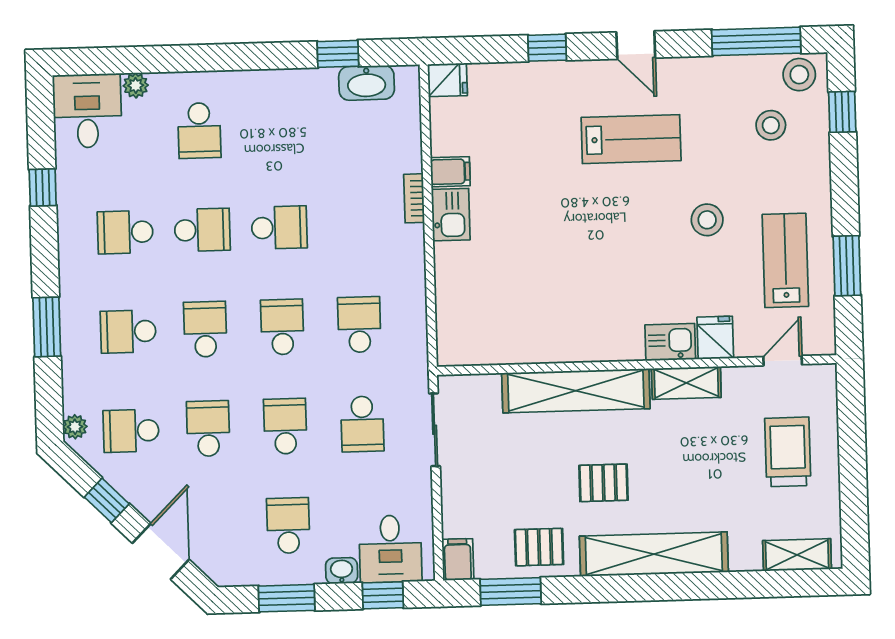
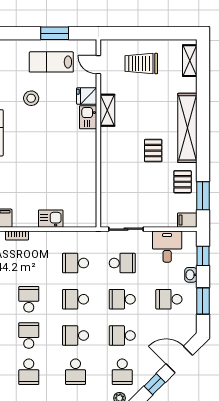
kitchen sink: (451, 215) -> (51, 219), moved
shelving: (576, 391) -> (110, 162), removed
desk: (390, 549) -> (167, 247), moved, turned -90

